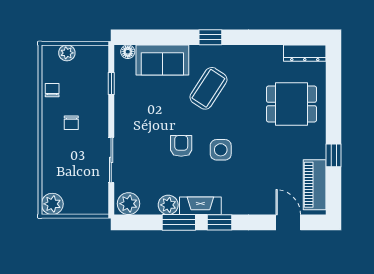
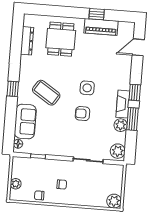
dresser: (305, 53) -> (27, 41), moved
piano: (315, 185) -> (101, 27), moved

